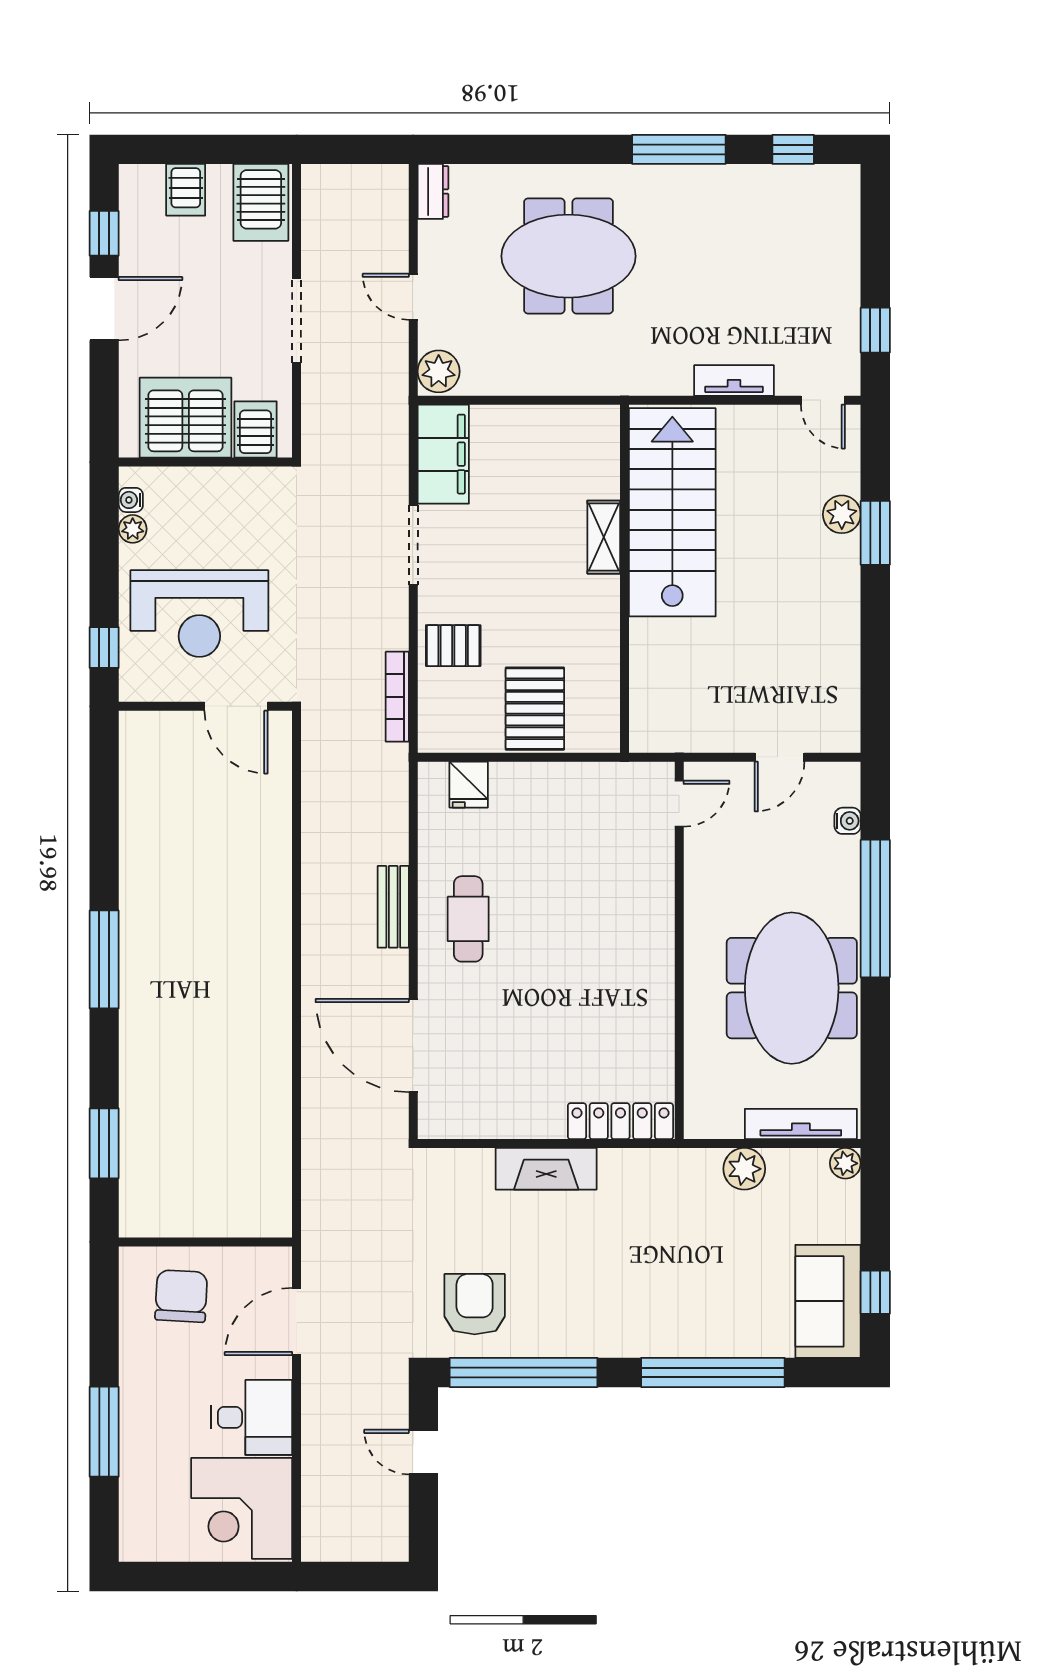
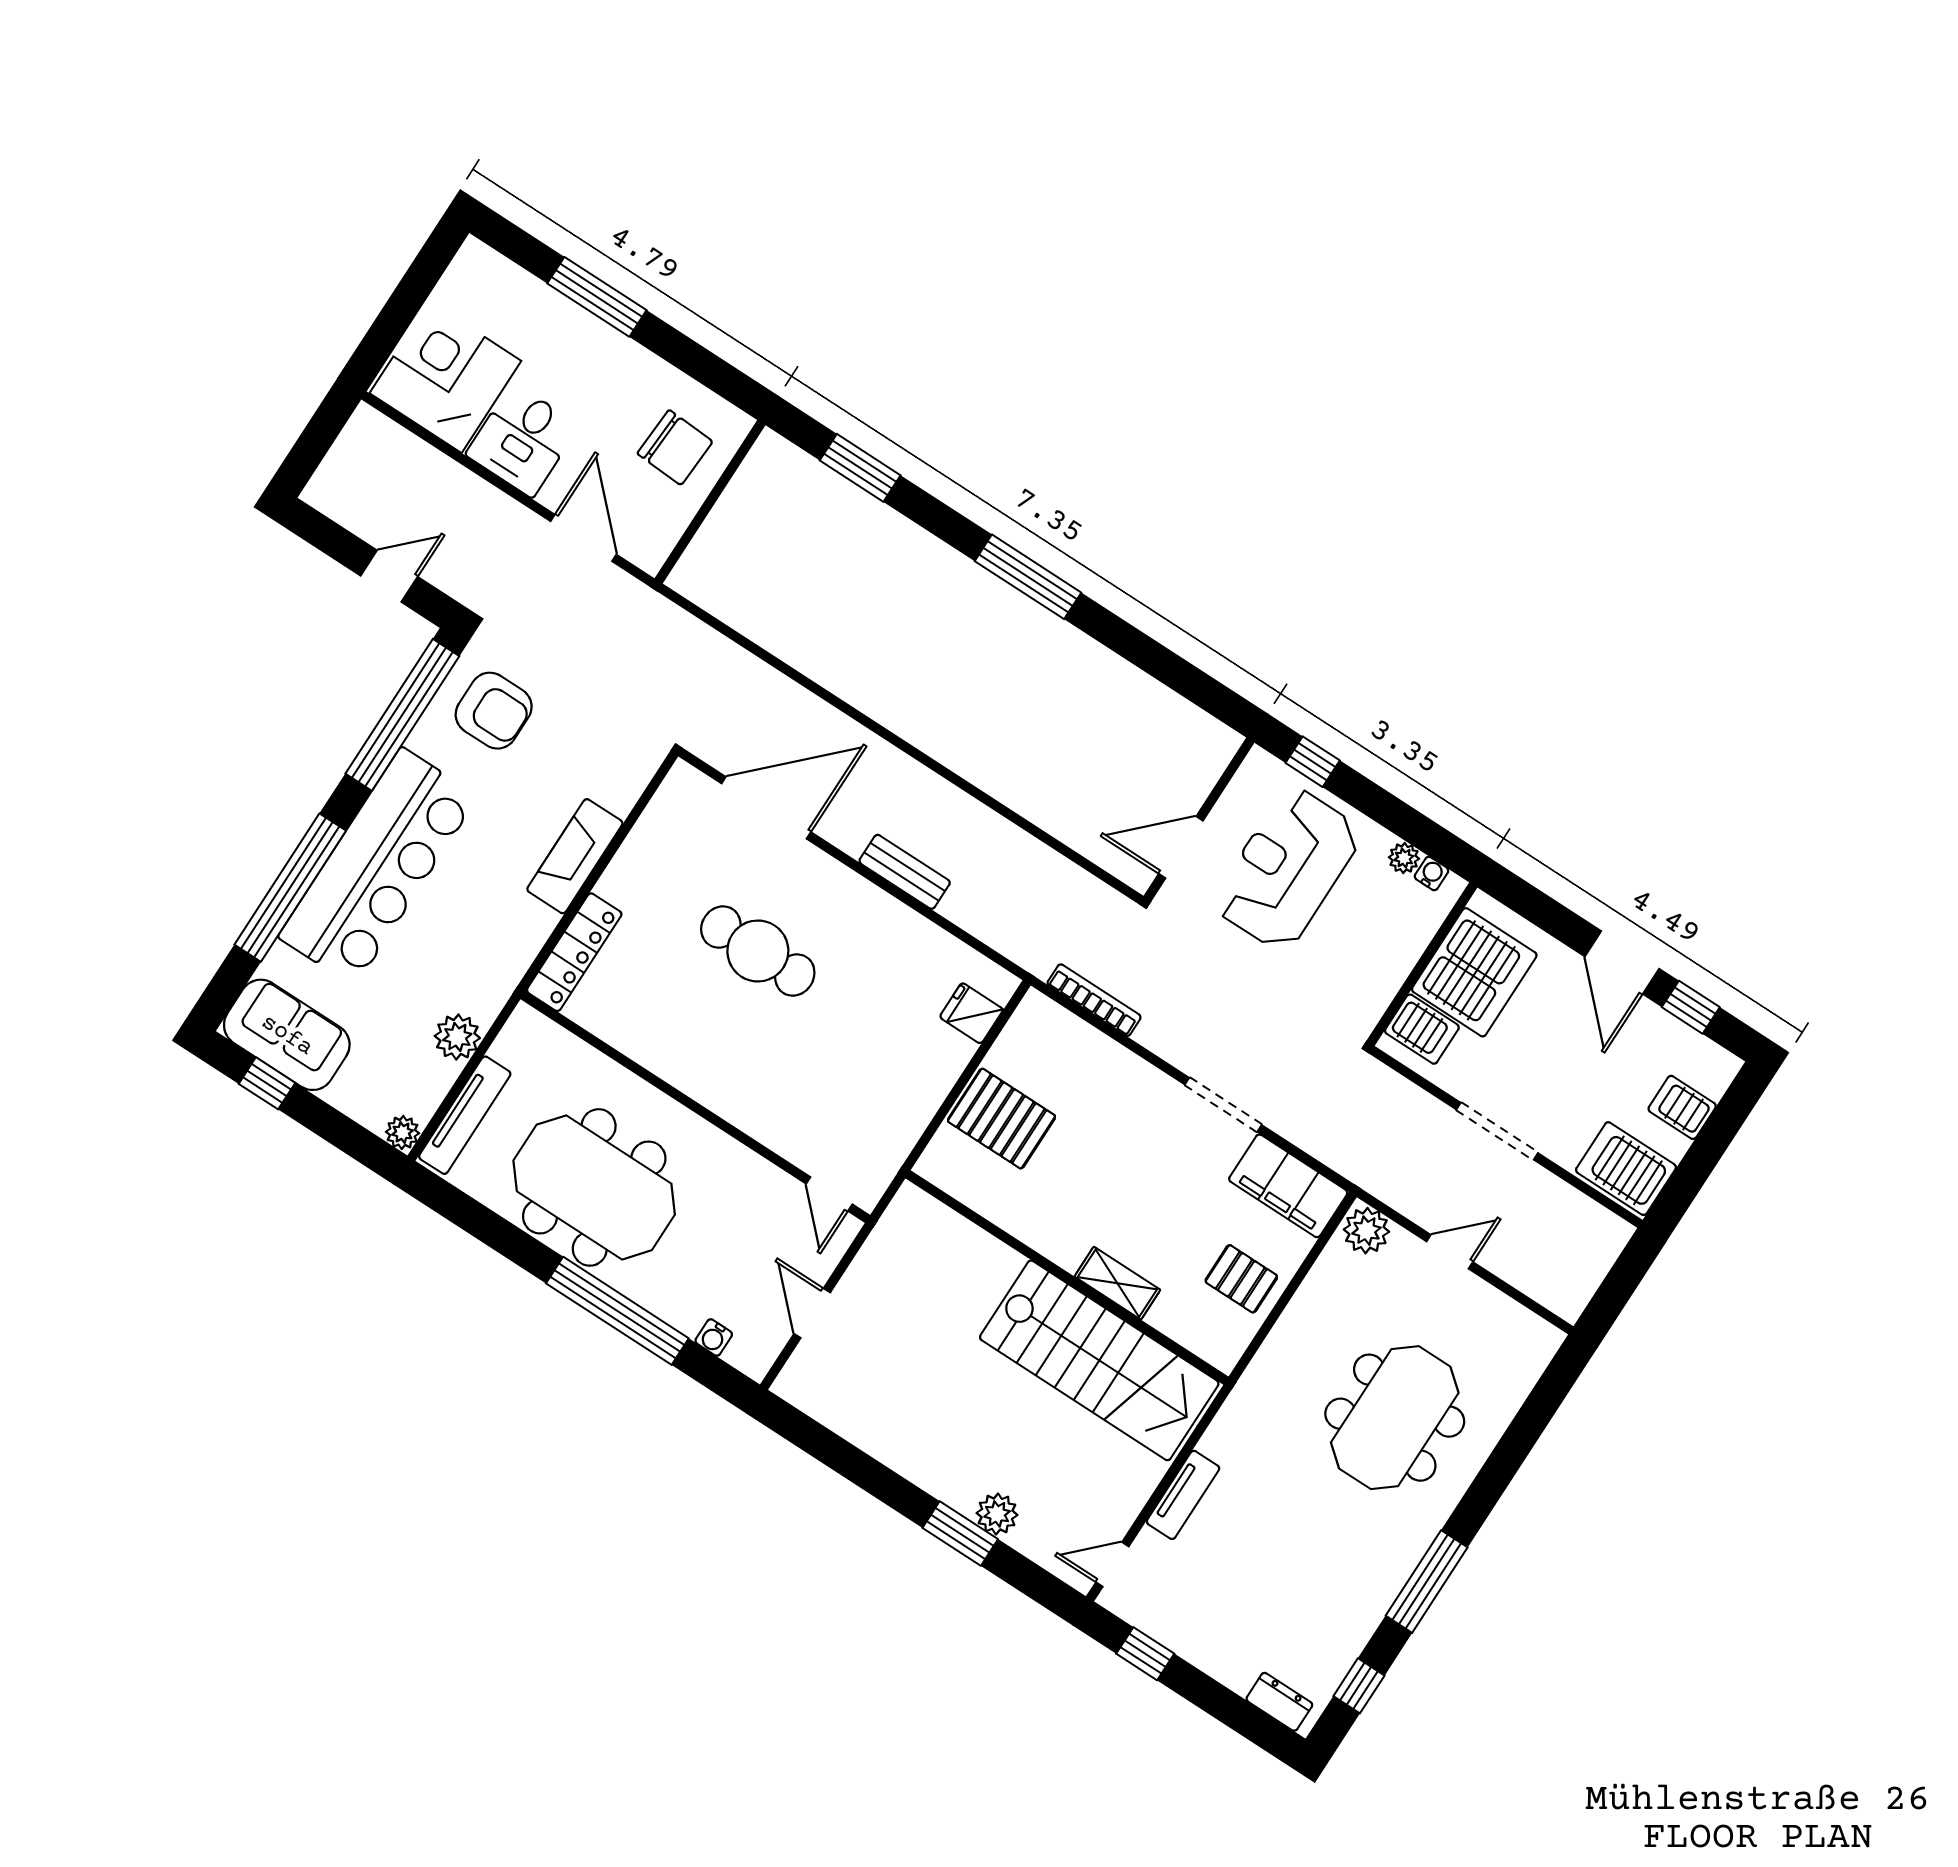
dresser: (433, 191) -> (1279, 1702), moved, turned 180
pallet: (453, 646) -> (1241, 1279), moved, turned 90
cafe table: (468, 919) -> (758, 951), moved, width x1.37, depth x1.35
bar counter: (653, 1315) -> (378, 867), added

